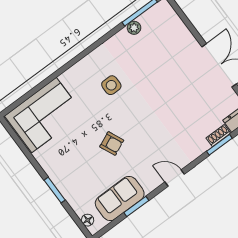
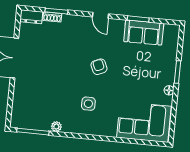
plant: (134, 28) -> (56, 127), moved
armchair: (112, 143) -> (99, 67), moved
floor lamp: (88, 220) -> (169, 90), moved

